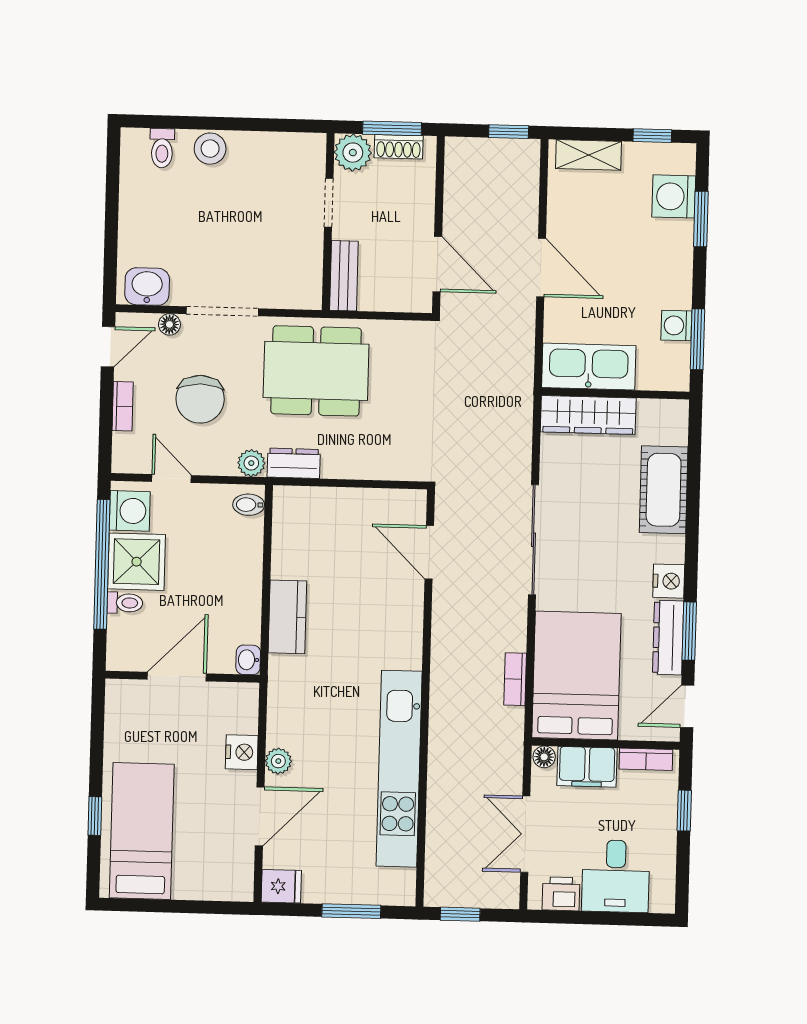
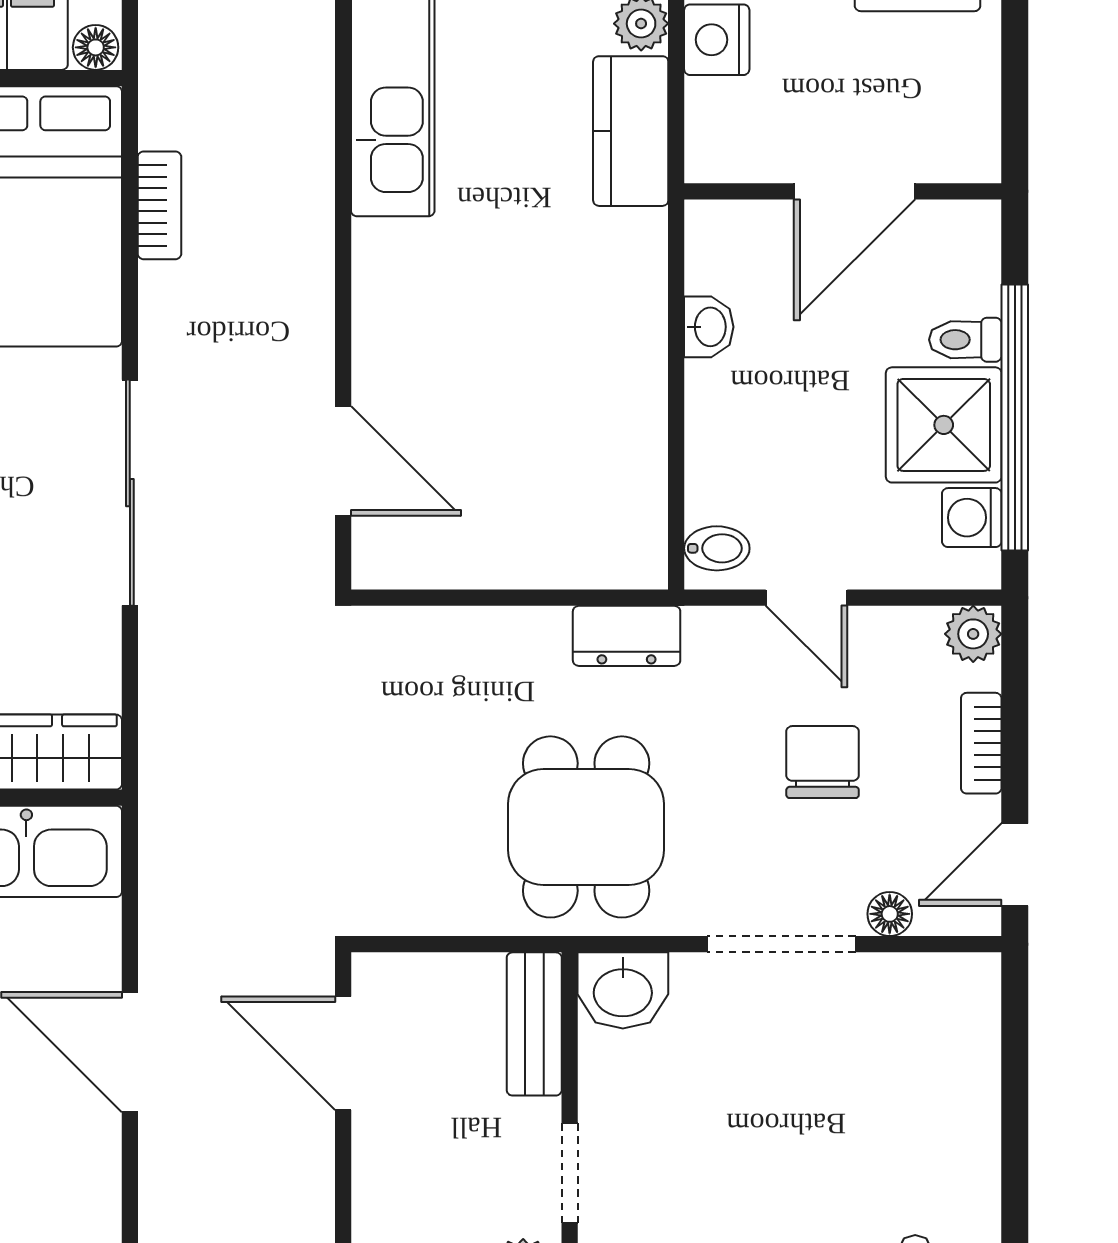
washbasin: (147, 287) -> (623, 990), moved
dining table: (316, 371) -> (586, 827), width x0.73
chair: (200, 399) -> (823, 762), width x0.73, depth x0.73
plant: (251, 463) -> (973, 634), moved
door: (172, 478) -> (806, 598), moved
washing machine: (130, 511) -> (972, 518), width x0.73, depth x0.73
kitchen counter: (287, 617) -> (631, 131), moved
washbasin: (248, 660) -> (709, 327), moved

